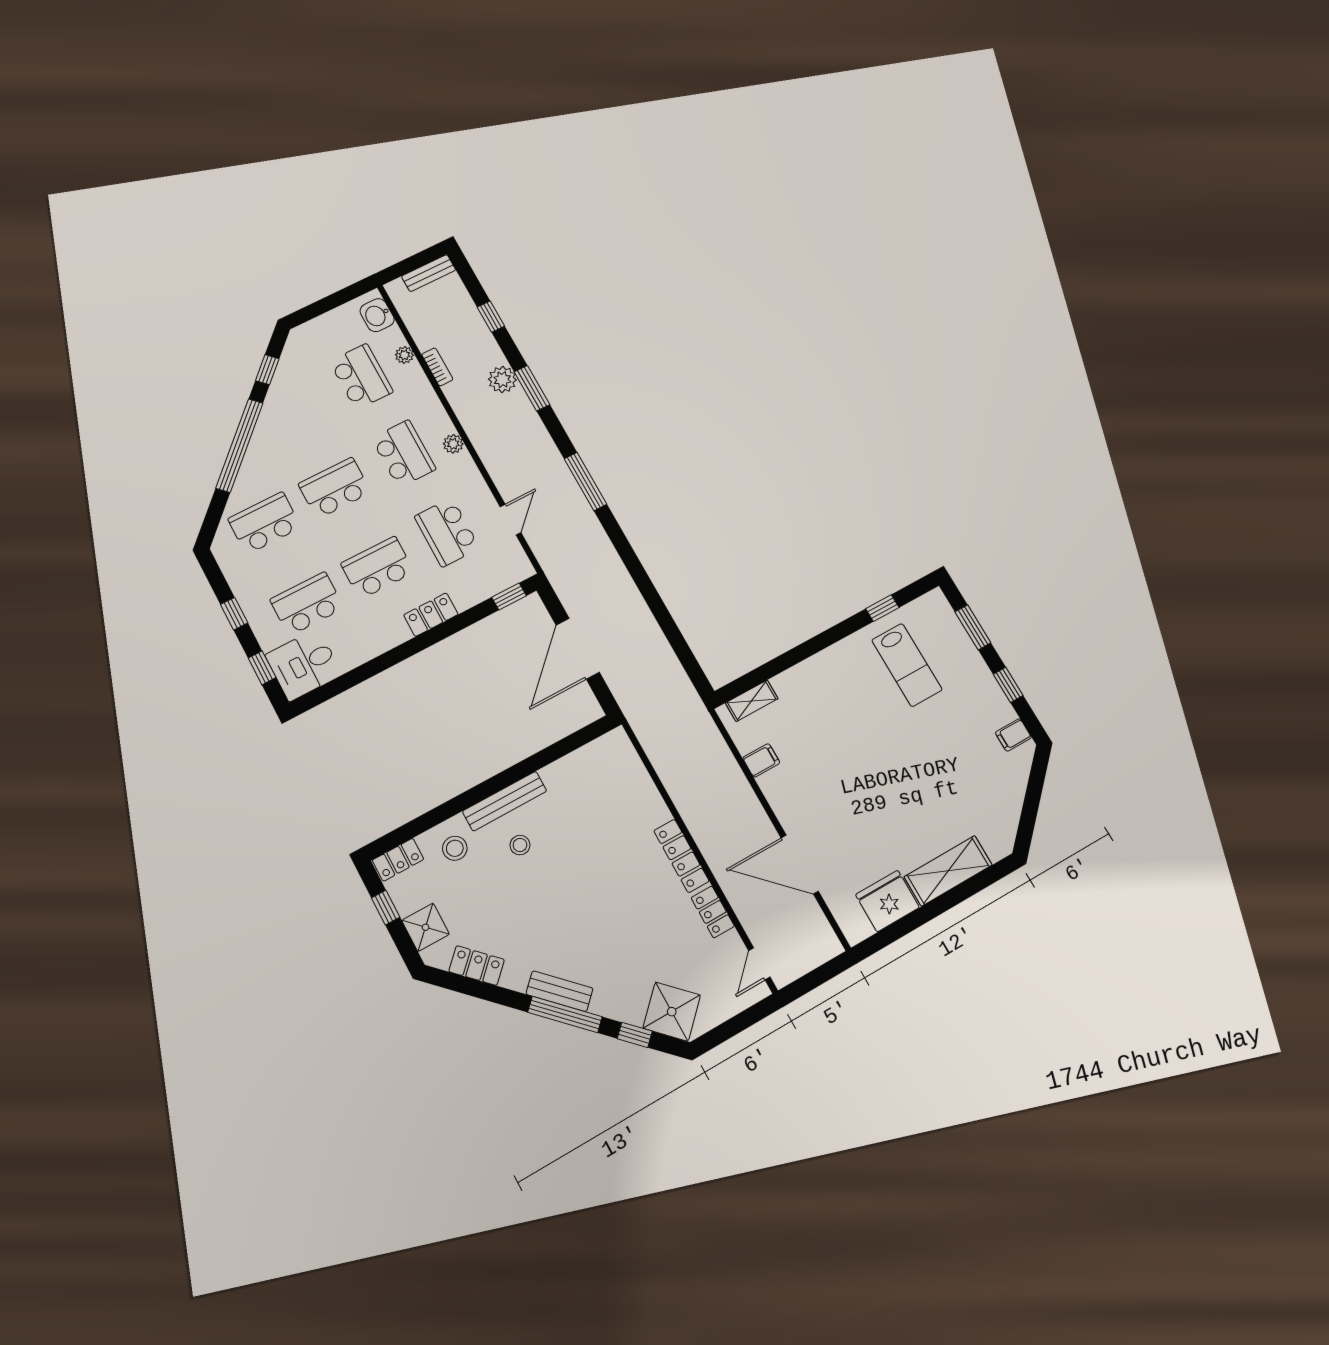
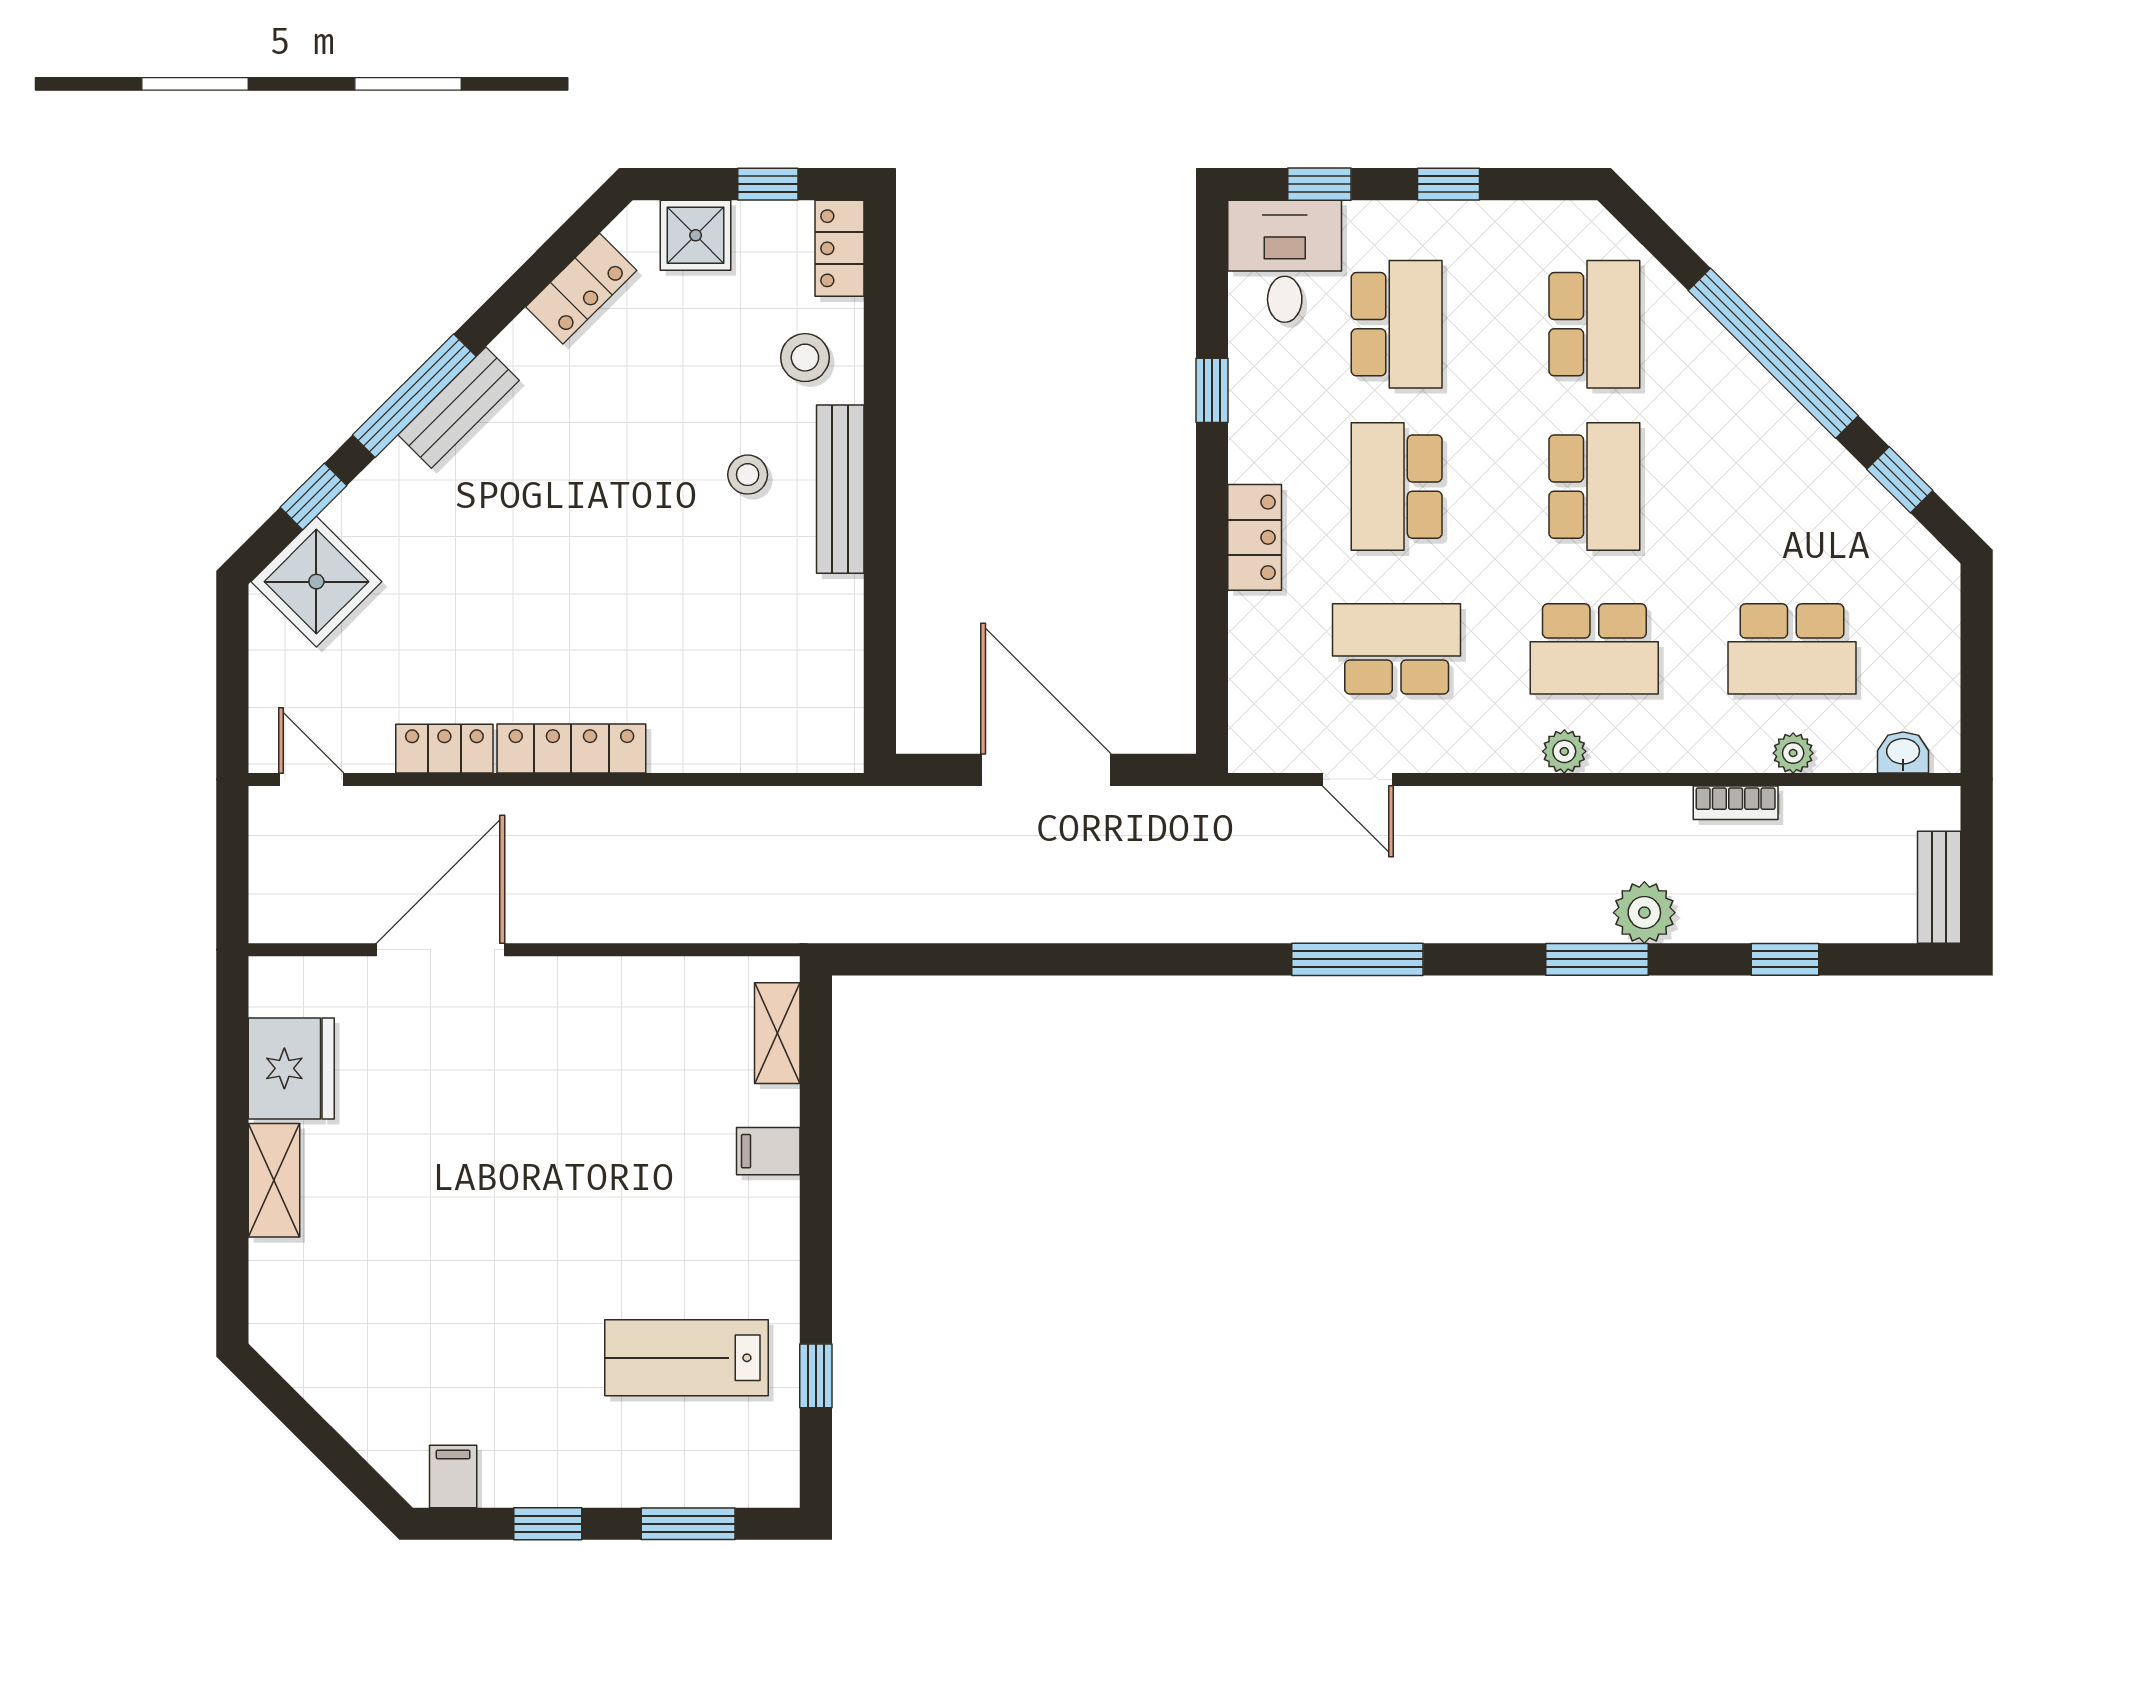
washbasin: (377, 315) -> (1903, 752), width x0.72, depth x0.69
school desk: (378, 568) -> (1397, 487), turned 180
window: (509, 596) -> (1212, 390), moved
filing cabinet: (761, 760) -> (768, 1151), moved, turned 90
shelving: (948, 871) -> (274, 1180), width x0.67, depth x0.75

